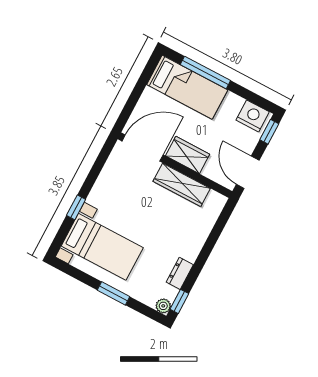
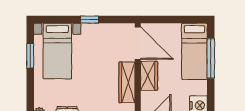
window: (76, 207) -> (90, 20), moved
window: (114, 293) -> (30, 56), moved

